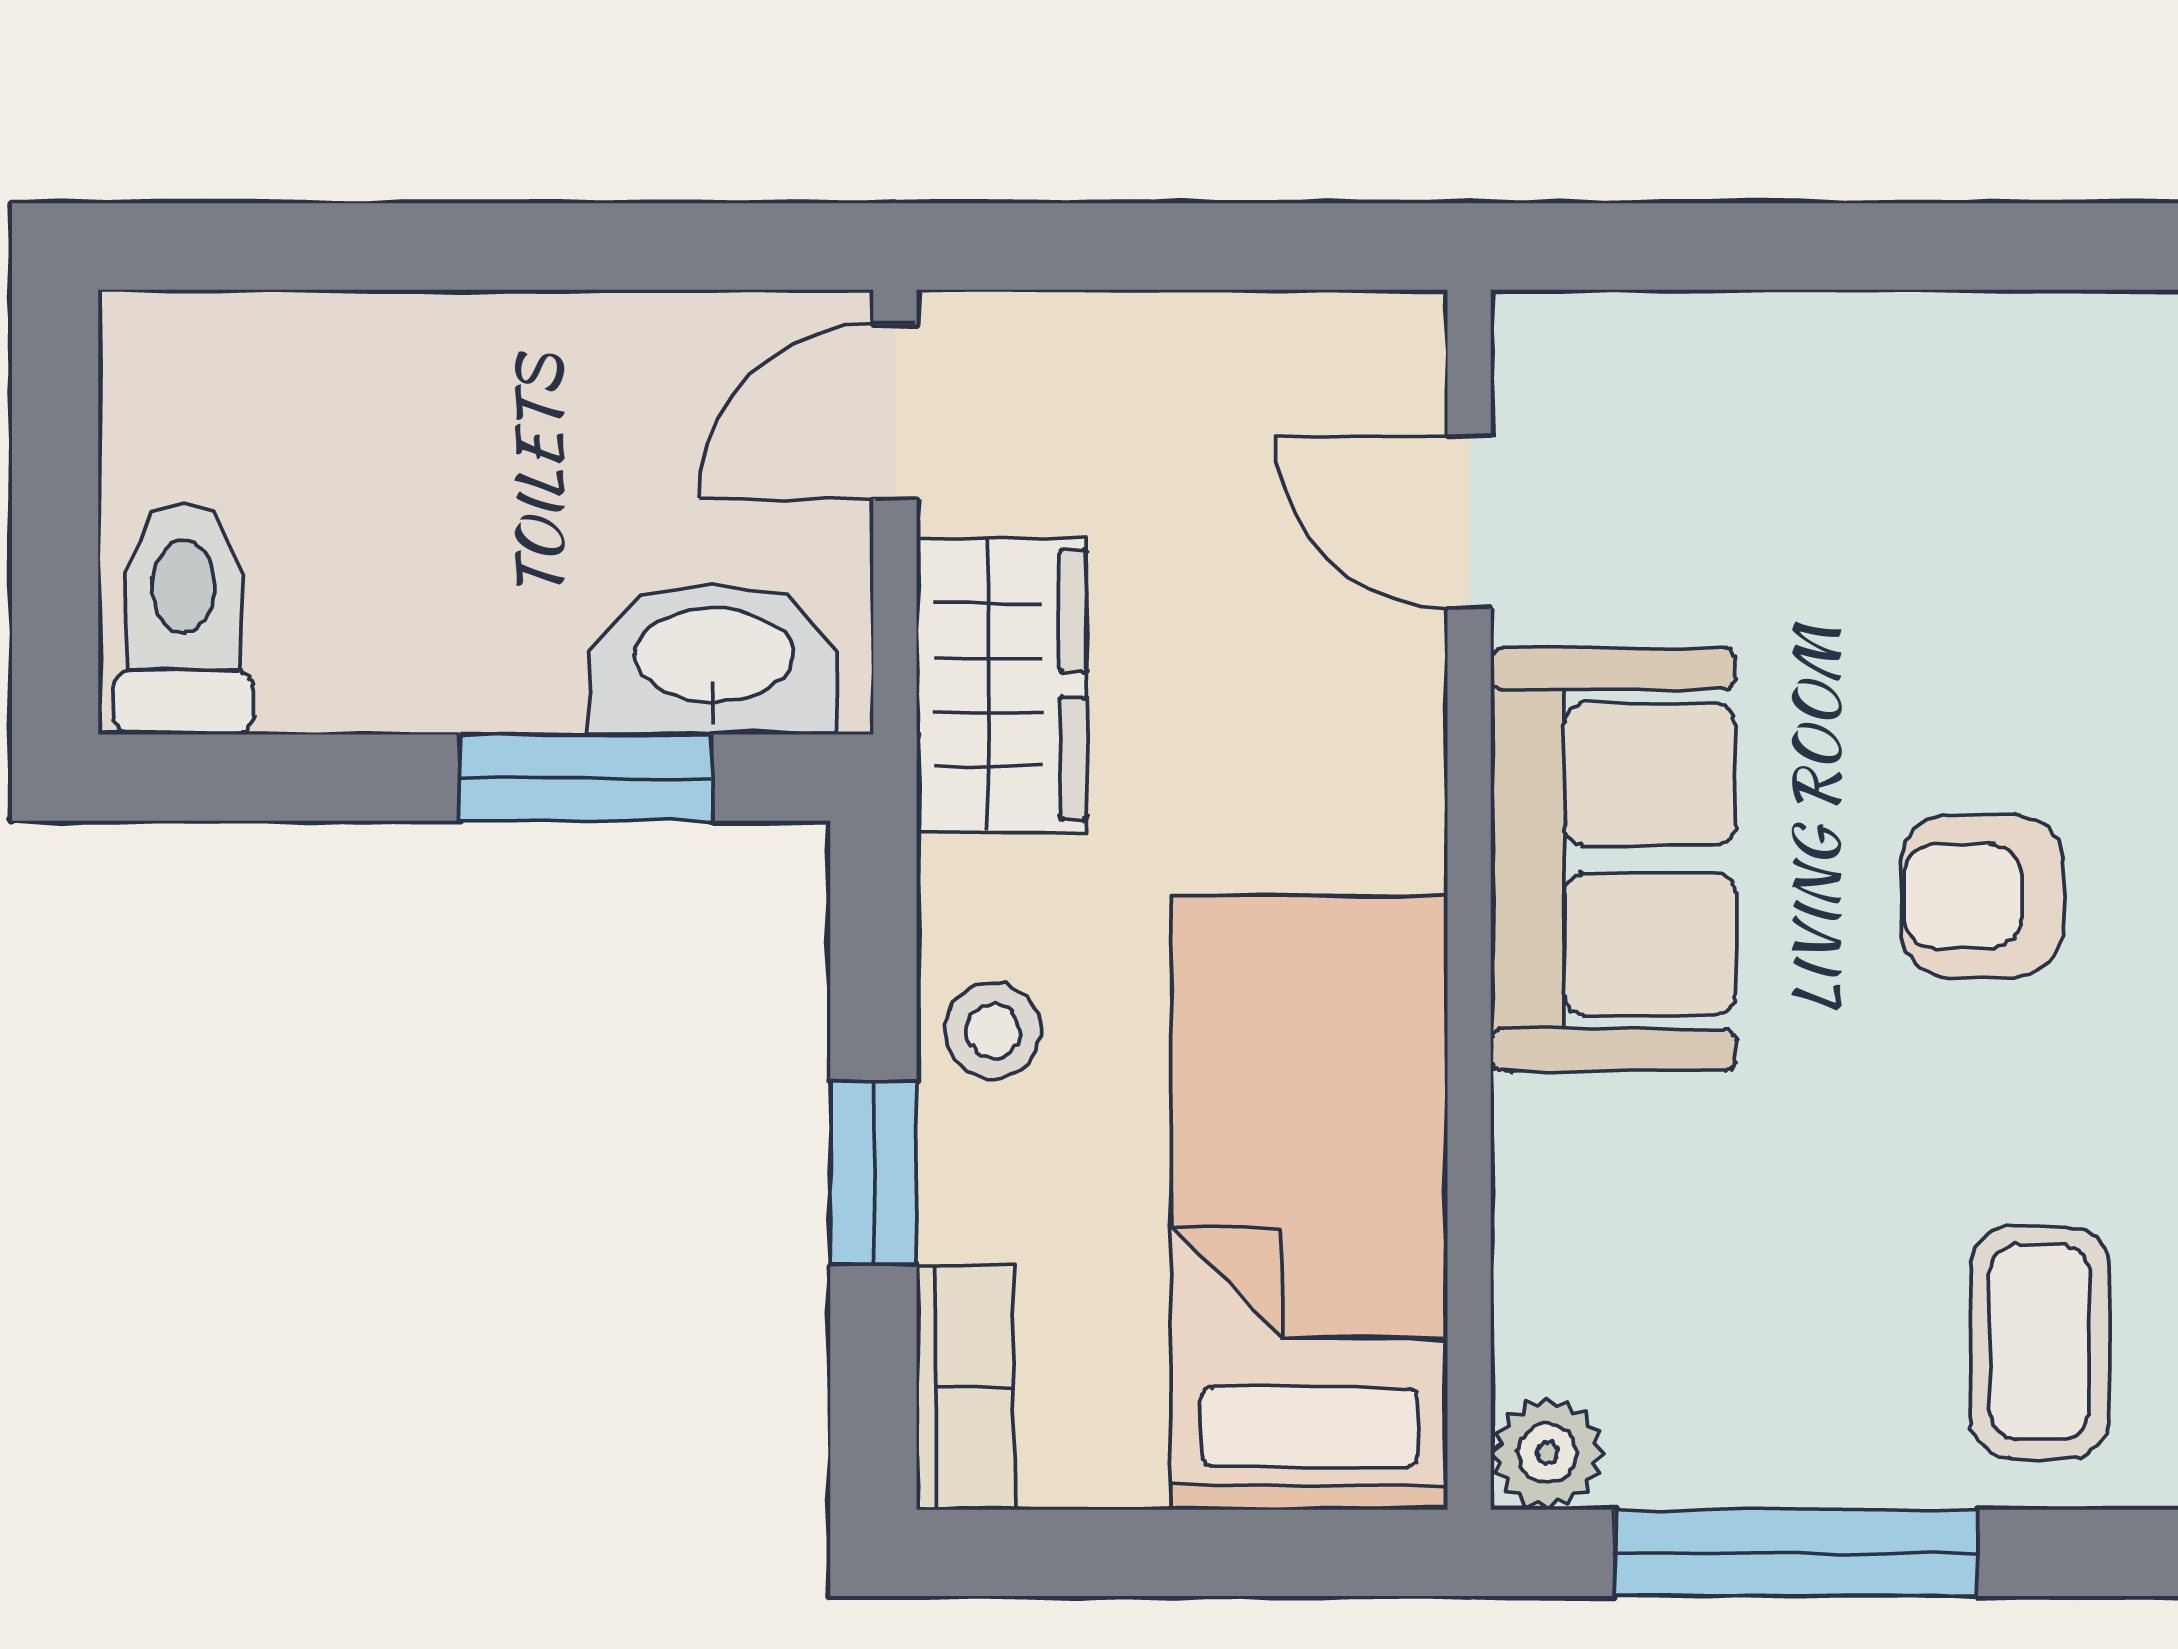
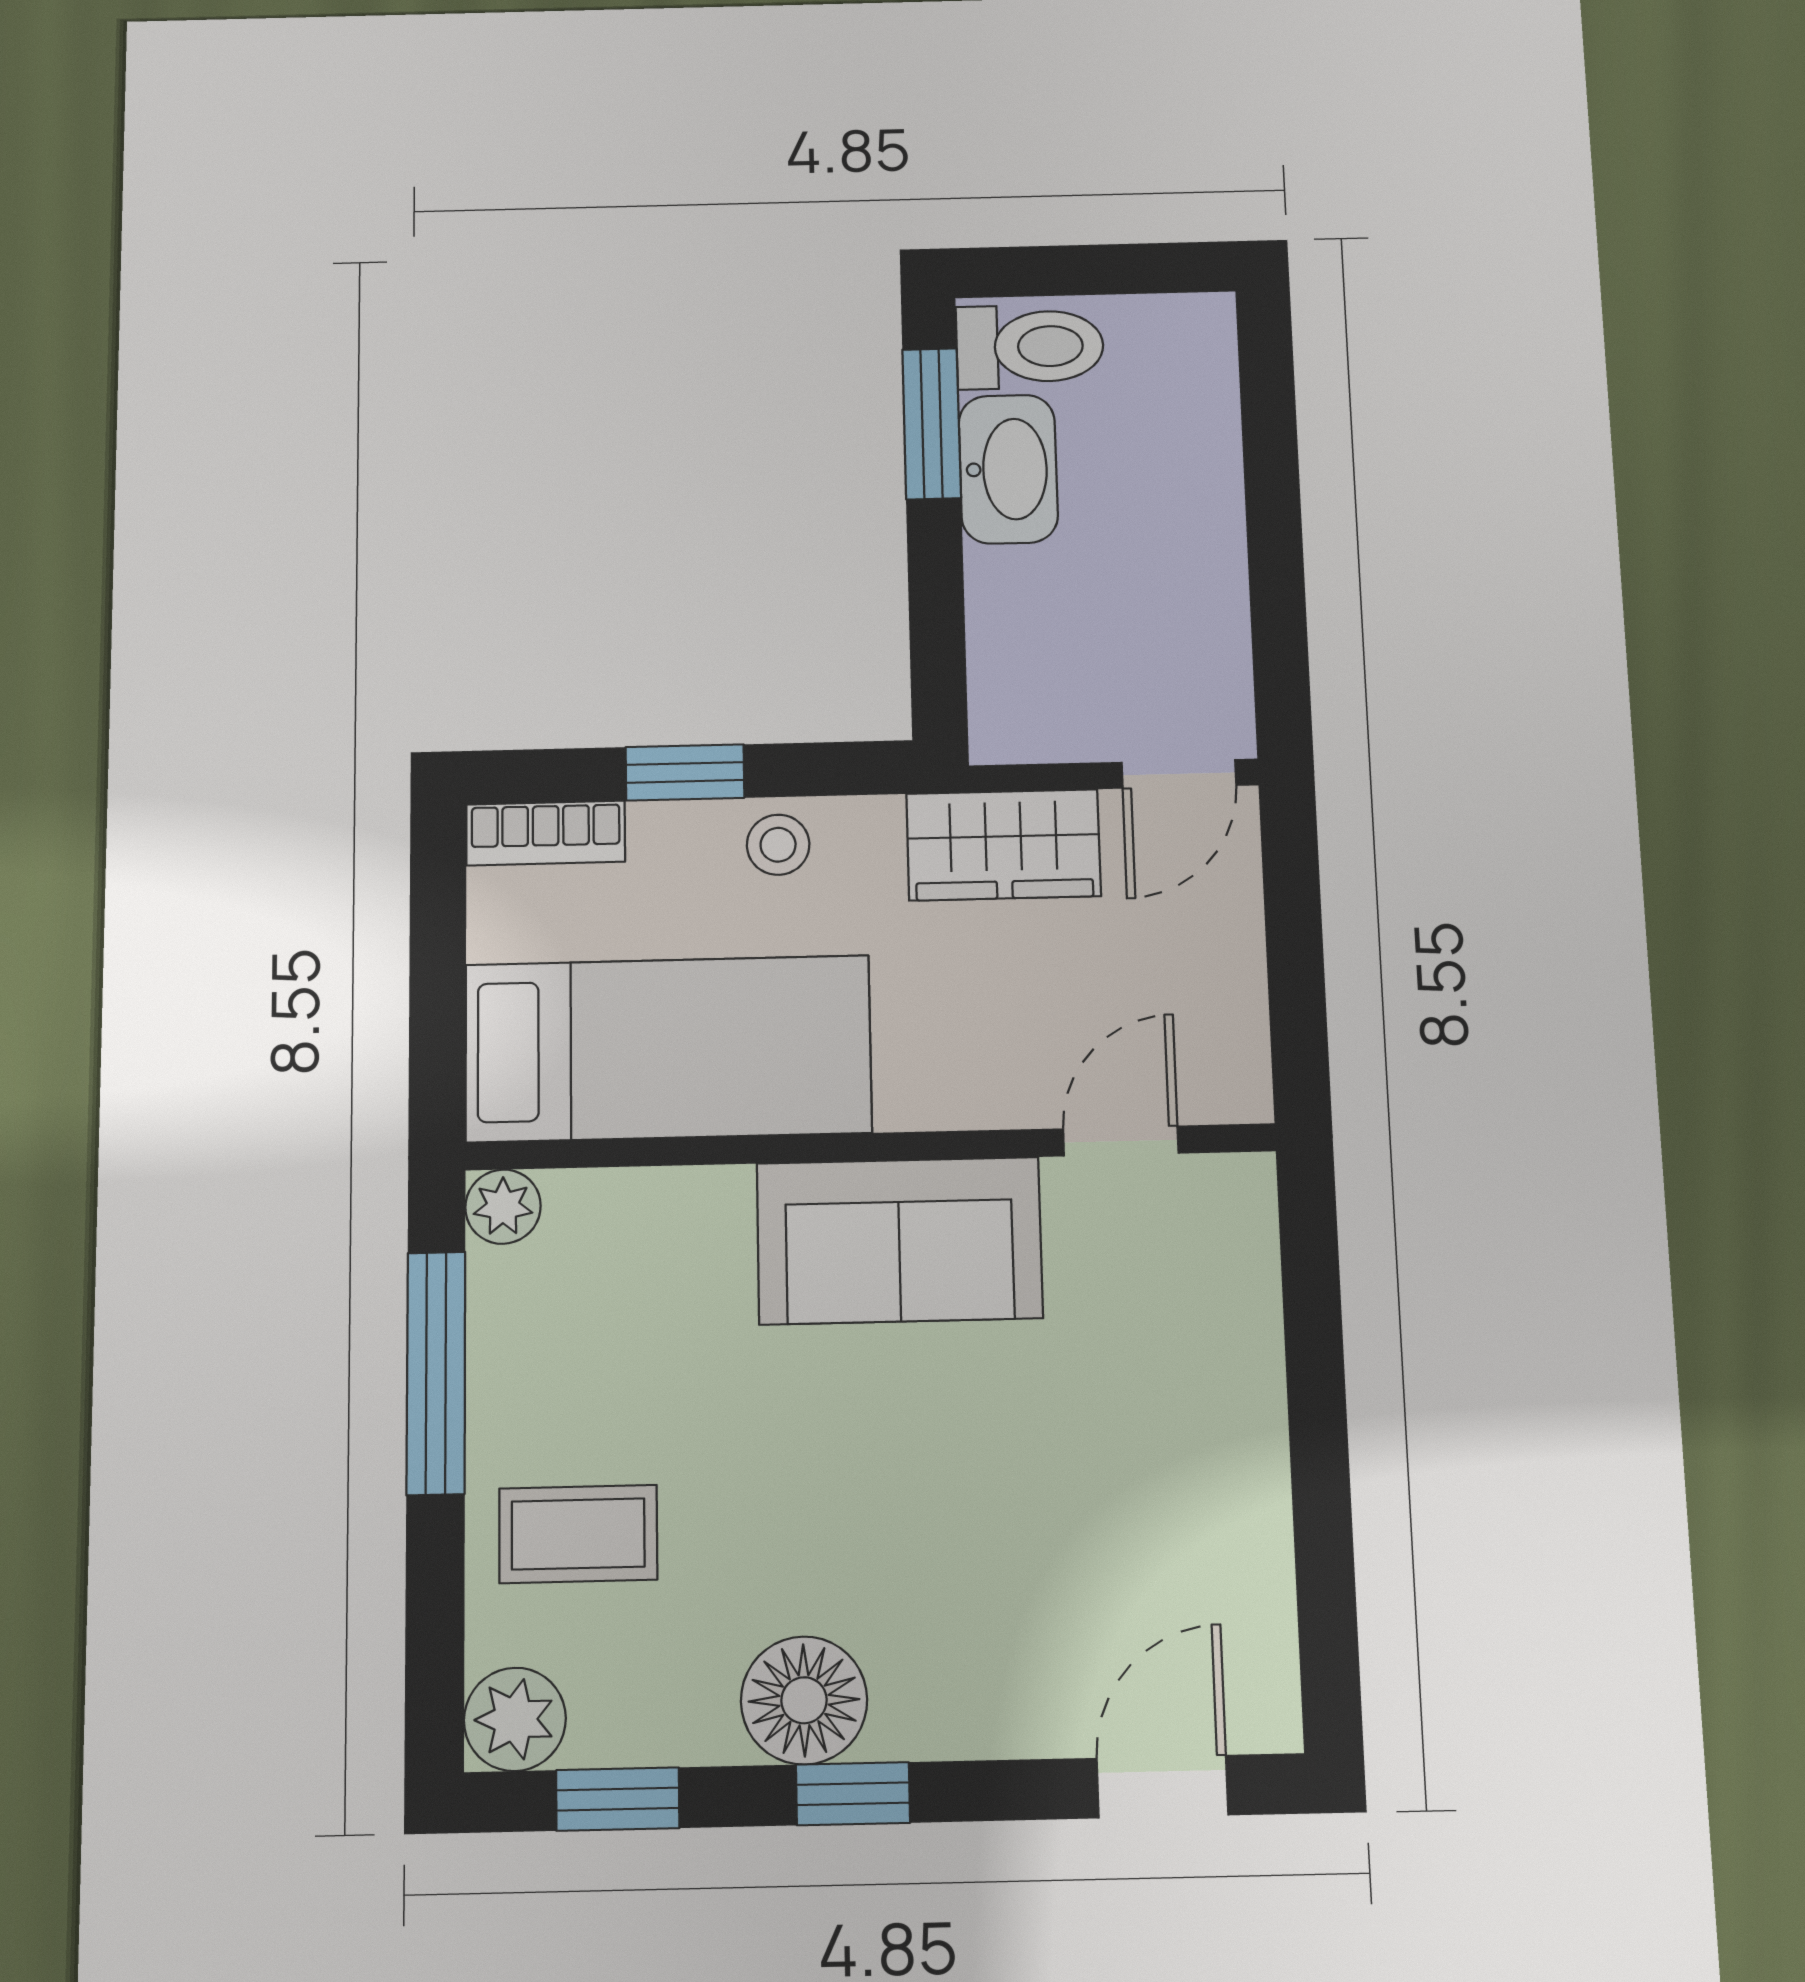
door: (895, 411) -> (1179, 774), swing flipped
washbasin: (713, 659) -> (1008, 469), moved
window: (586, 778) -> (932, 424), moved
armchair: (1982, 896) -> (880, 1488), removed

